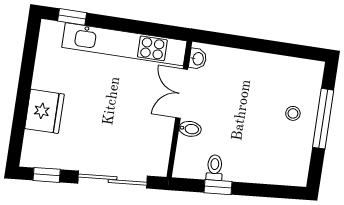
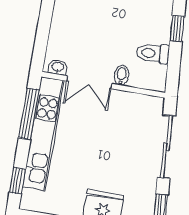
window: (146, 28) -> (29, 114), added
toilet: (215, 168) -> (153, 53), width x1.37, depth x1.39
window: (218, 187) -> (177, 28), moved

